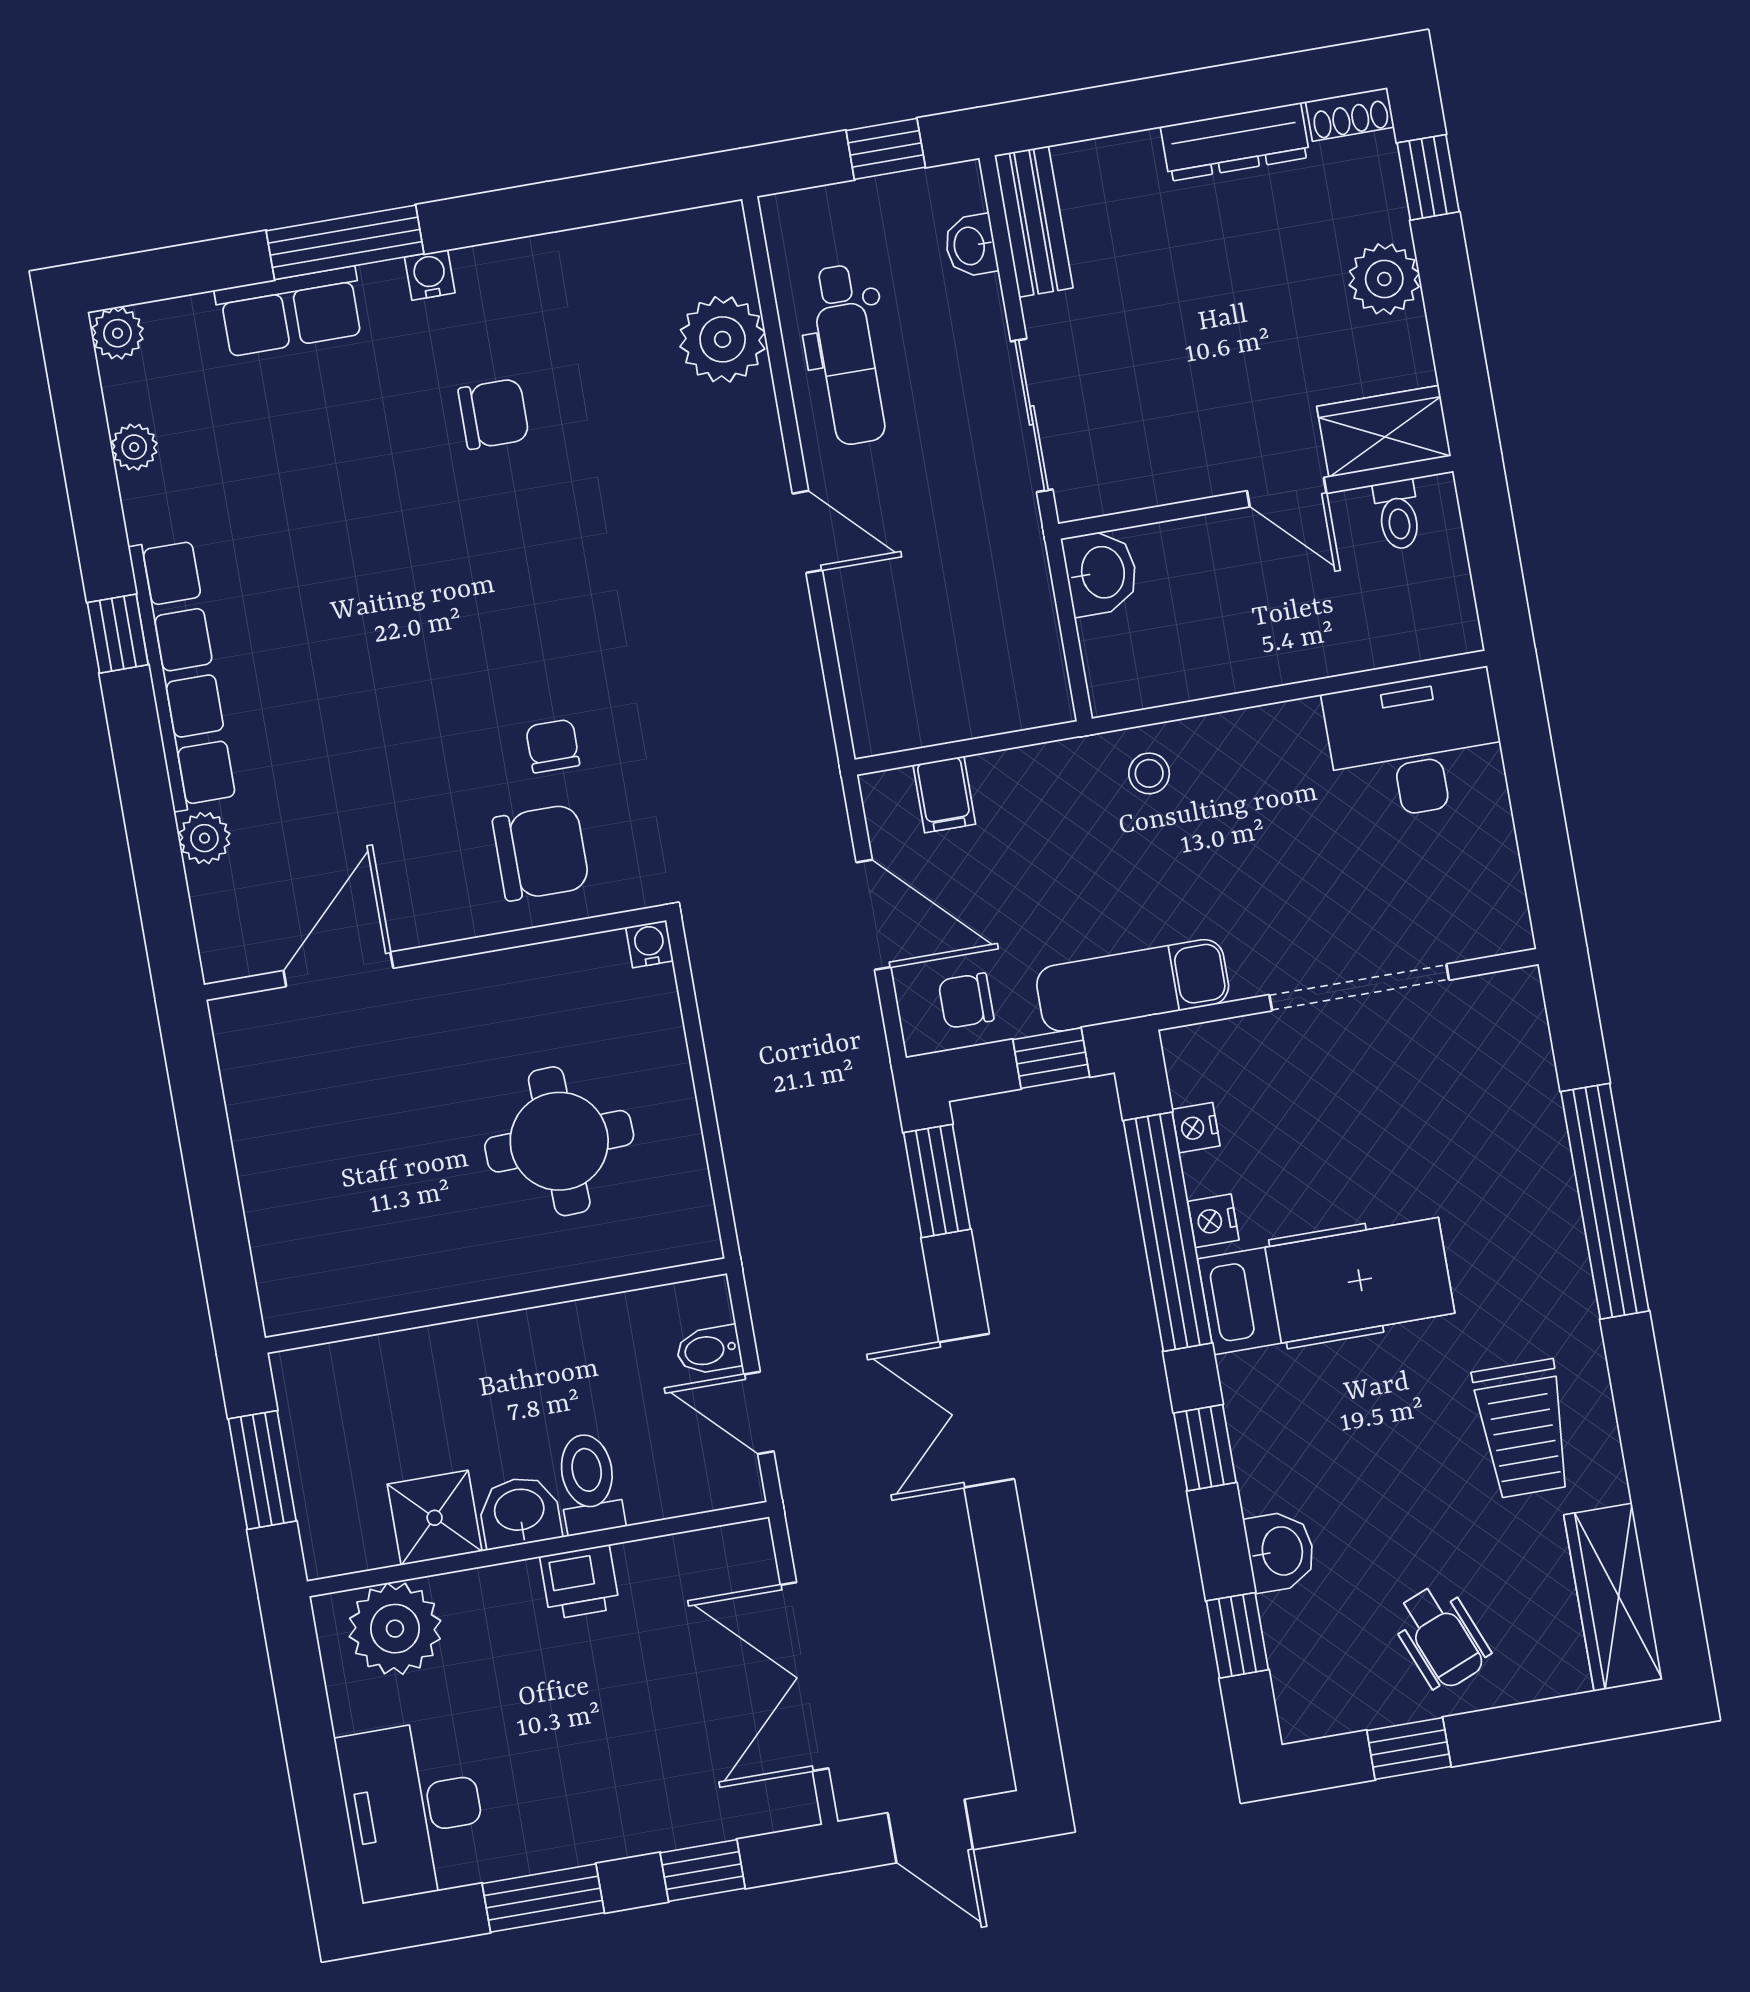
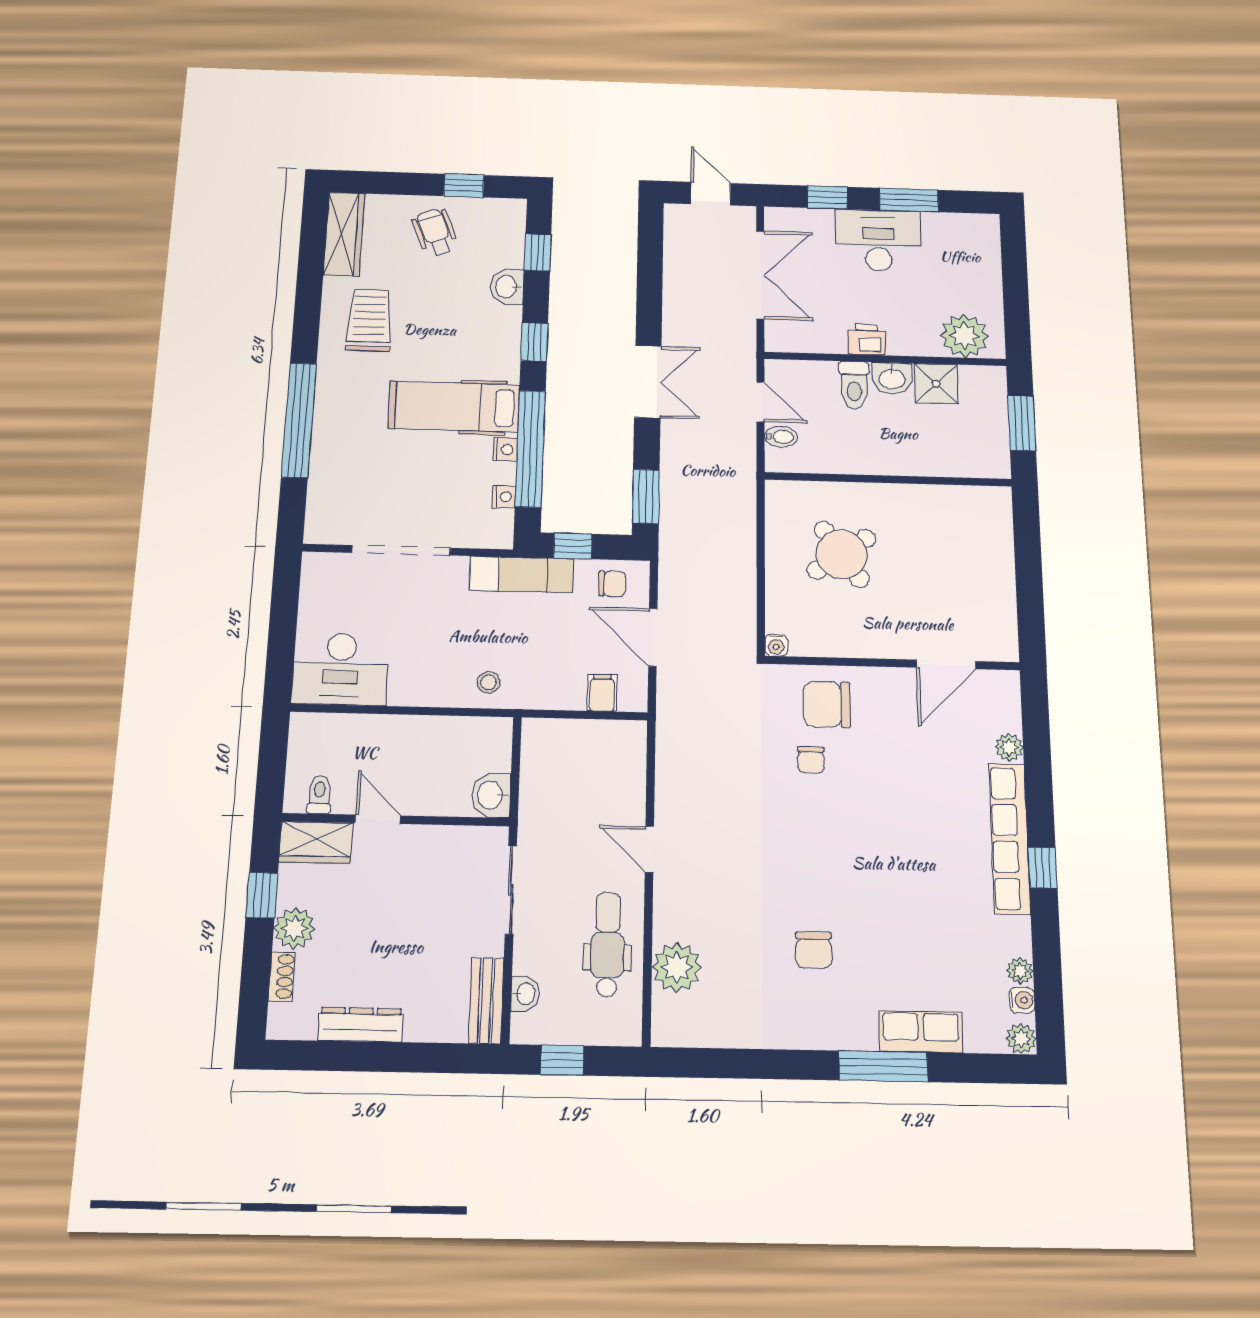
shoe rack: (1350, 114) -> (282, 976), moved, turned 90
window: (1428, 177) -> (262, 895), moved
water cooler: (430, 275) -> (1022, 1000), moved, turned -90
chair: (494, 414) -> (814, 950), turned -91
round table: (559, 1141) -> (842, 554), turned -33
desk: (413, 1810) -> (878, 240), moved, turned -90

